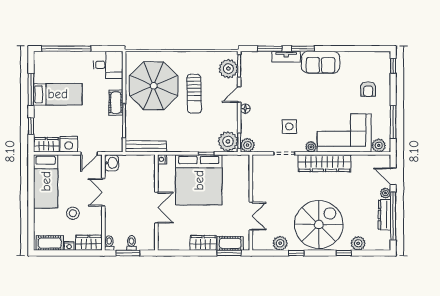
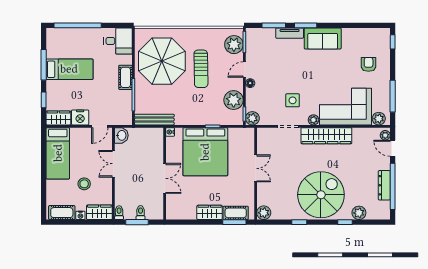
armchair: (368, 89) -> (369, 64), turned 180
plant: (228, 141) -> (234, 100), moved
plant: (385, 193) -> (385, 135), moved
double door: (251, 216) -> (256, 168), moved
plant: (280, 243) -> (264, 213), moved

